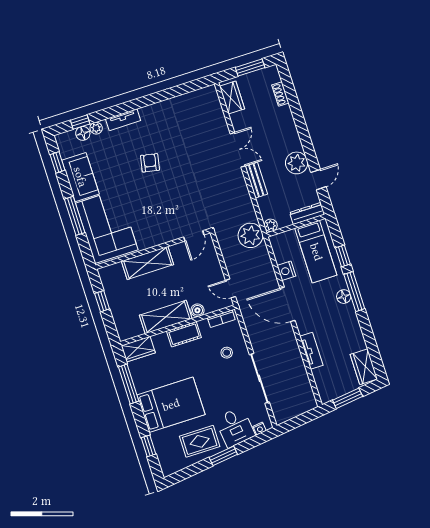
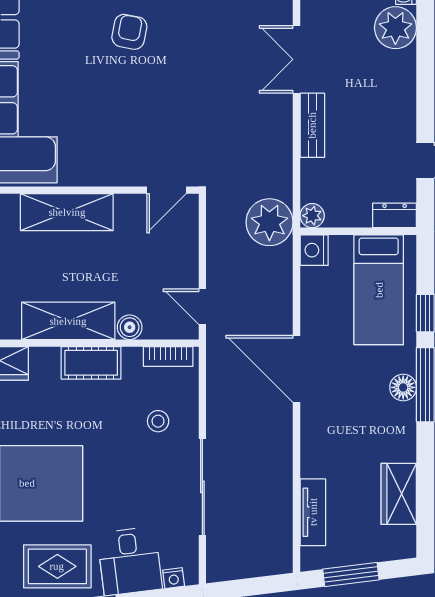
double door: (238, 150) -> (296, 59), swing flipped
plant: (297, 163) -> (395, 28), moved
dresser: (307, 214) -> (395, 215), width x0.70
nightstand: (286, 271) -> (314, 250), moved
tv unit: (311, 351) -> (313, 512), moved
wardrobe: (364, 367) -> (399, 494), moved

